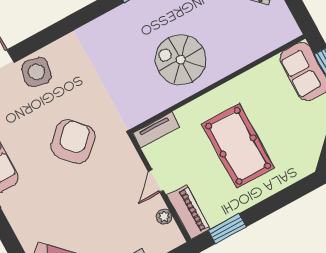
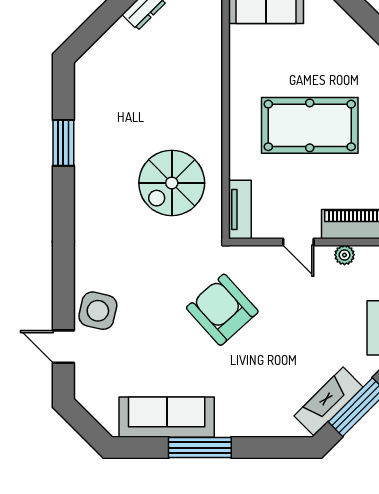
spiral stairs: (181, 60) -> (172, 183), moved
armchair: (73, 141) -> (222, 310), moved

